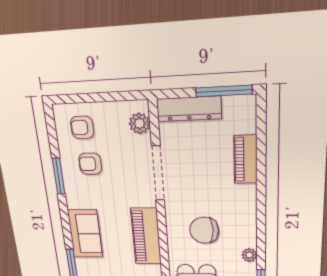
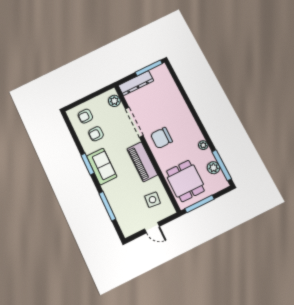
piano: (246, 159) -> (175, 95), removed
window: (58, 176) -> (88, 164), moved
chair: (204, 230) -> (161, 138), moved
sofa: (85, 234) -> (102, 166), moved

